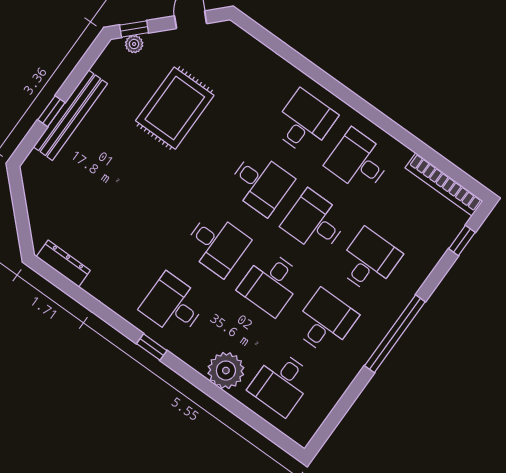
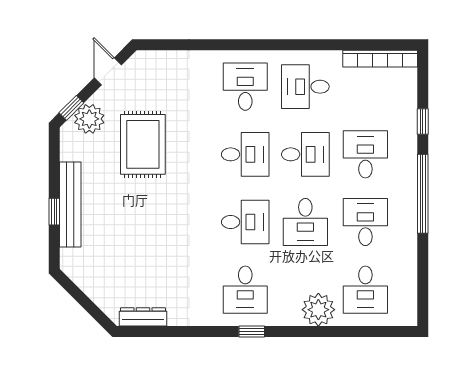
plant: (134, 44) -> (89, 119), width x1.88, depth x1.88
desk: (315, 222) -> (305, 154), turned 180
window: (462, 240) -> (423, 122), moved
desk: (173, 305) -> (245, 290), turned -90

